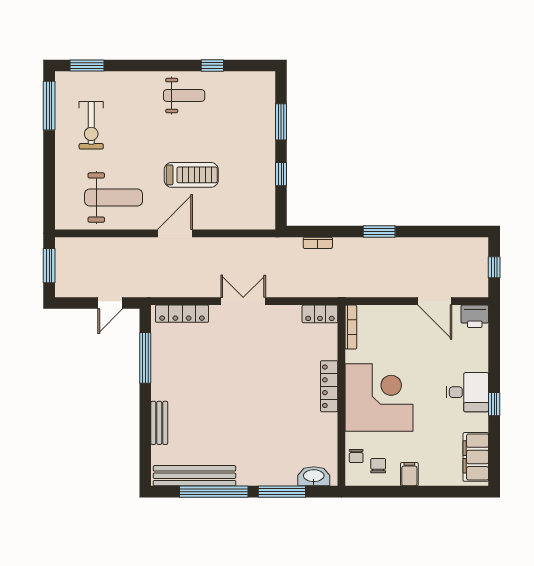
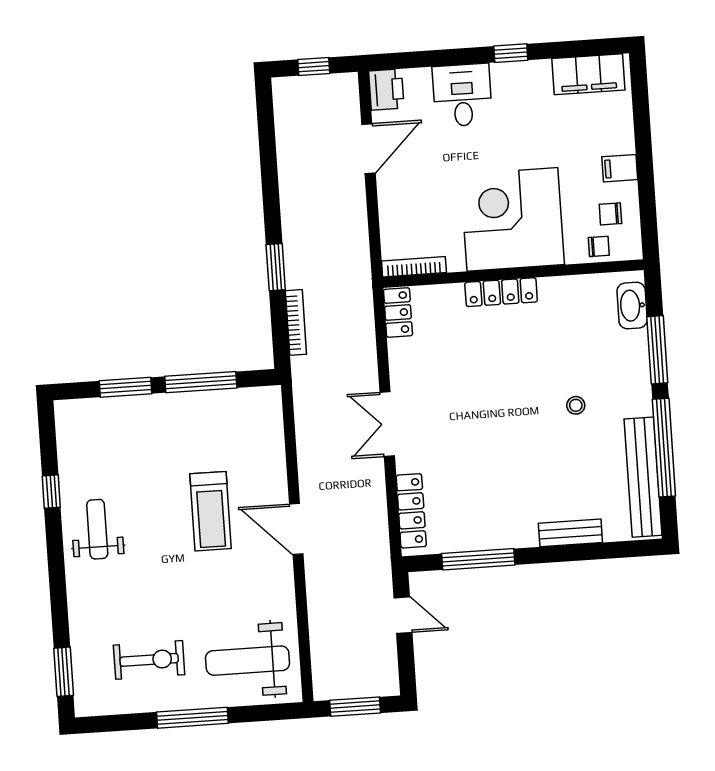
window: (49, 106) -> (192, 718), moved
window: (281, 174) -> (201, 382), width x2.17
treadmill: (191, 175) -> (211, 511), turned 180
weight bench: (114, 198) -> (248, 661), moved, turned -90
window: (379, 231) -> (276, 267), moved
bookcase: (318, 243) -> (296, 322), width x1.56
desk: (467, 392) -> (462, 95), moved
stool: (247, 433) -> (576, 405), added

